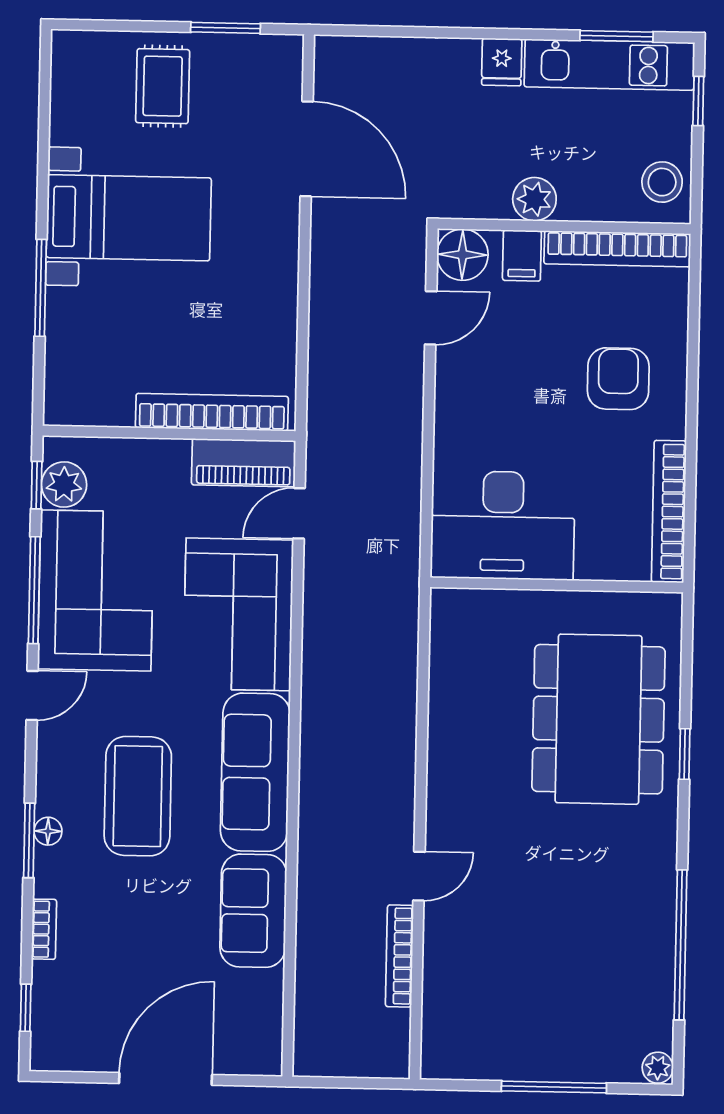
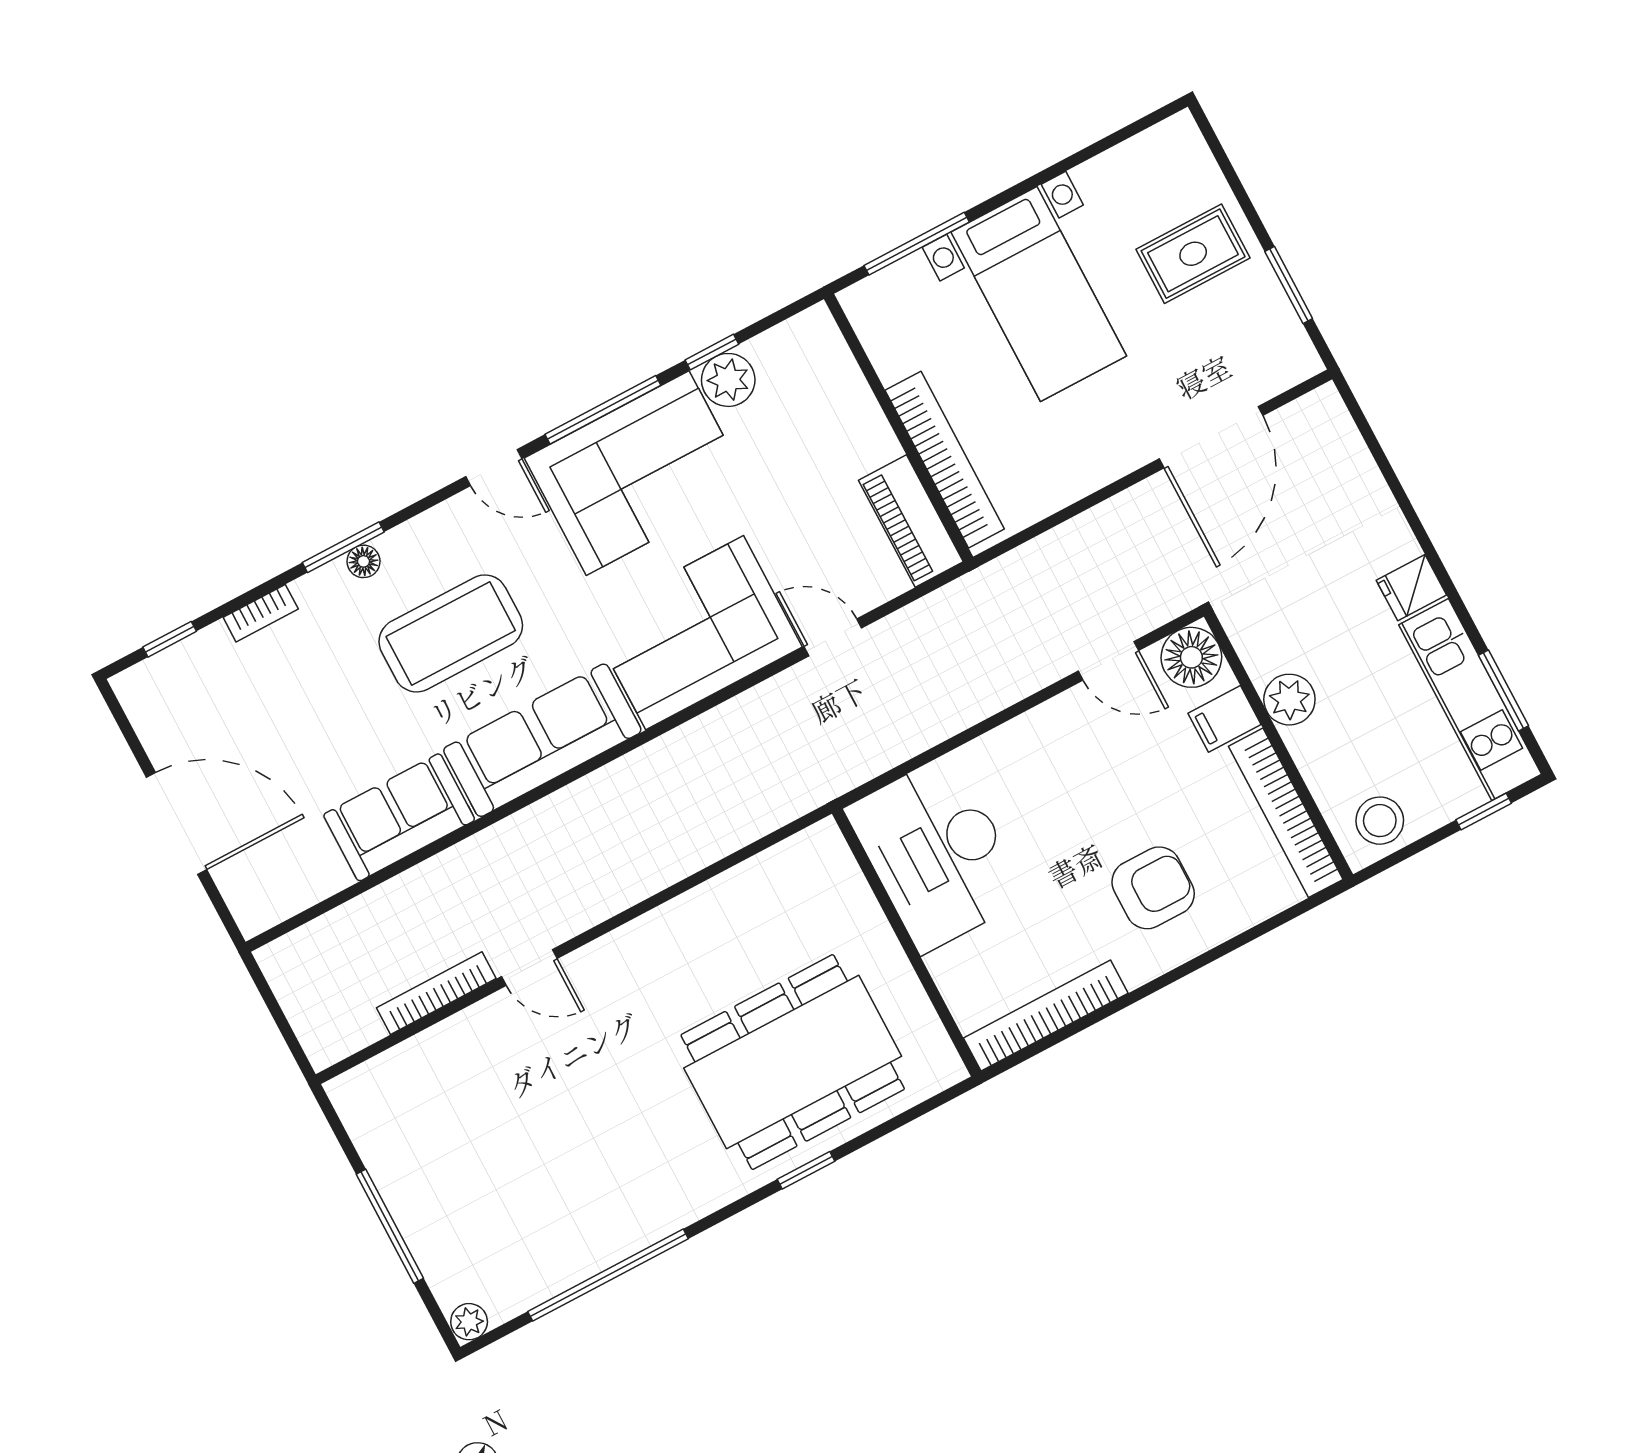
bookcase: (212, 412) -> (945, 460), moved
wall: (169, 433) -> (899, 428), moved
piano: (244, 463) -> (911, 521), moved

